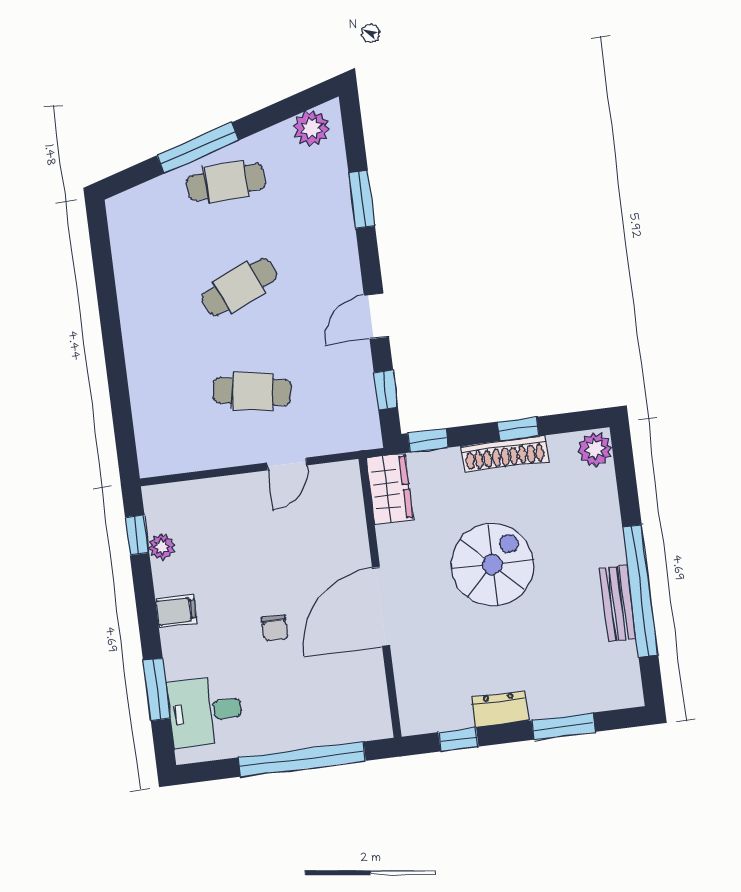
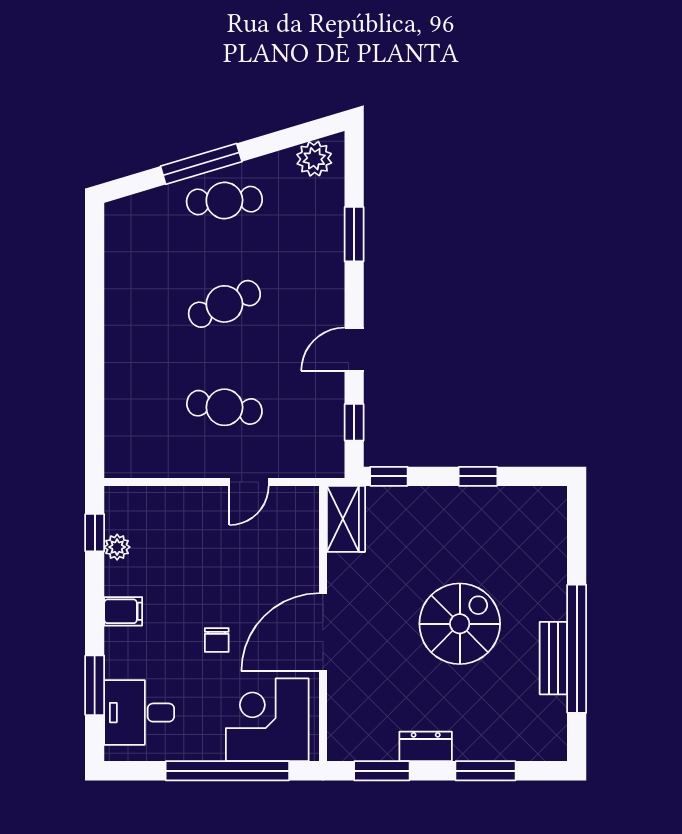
plant: (595, 449) -> (550, 506), removed
shoe rack: (505, 454) -> (462, 499), removed
spiral stairs: (492, 565) -> (460, 624), moved
corner desk: (336, 702) -> (267, 720), added
window: (458, 739) -> (382, 771), width x1.50

